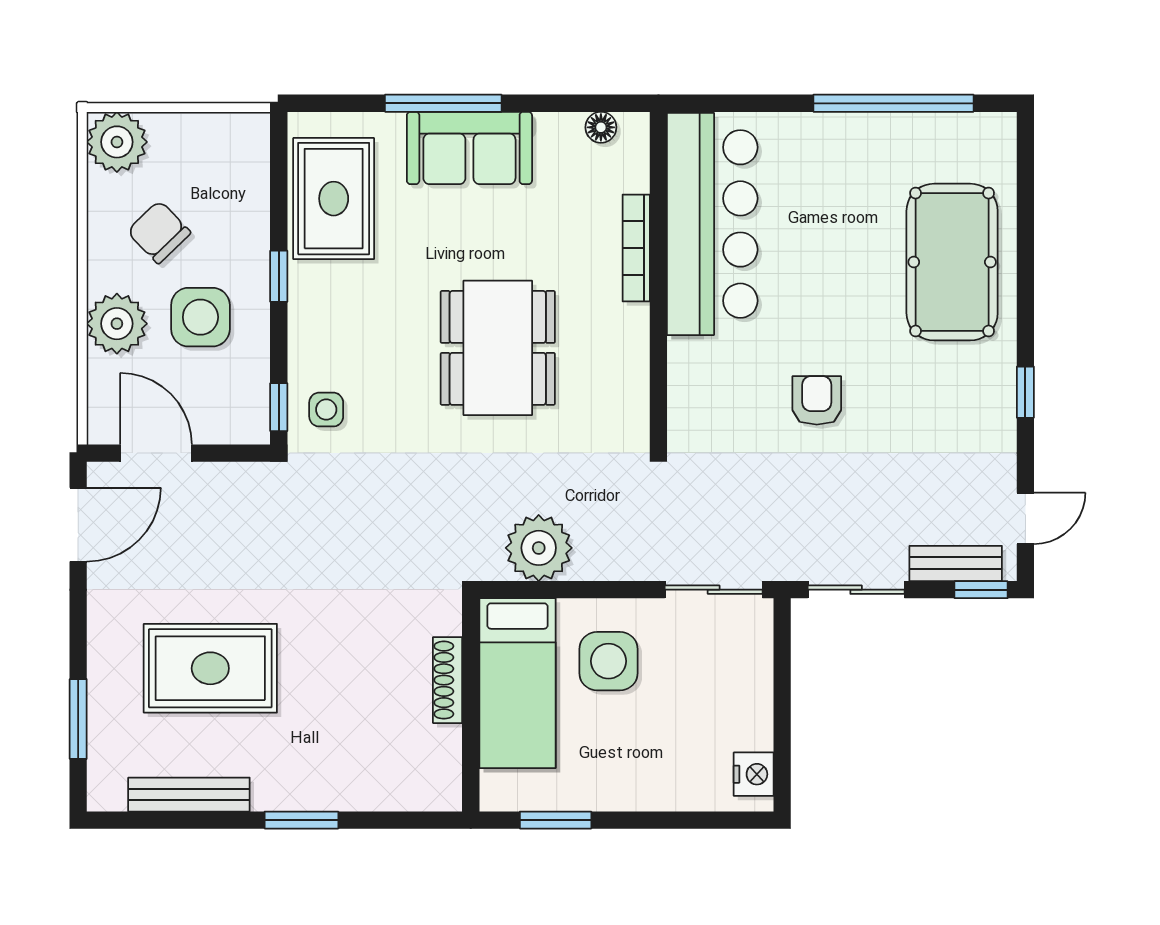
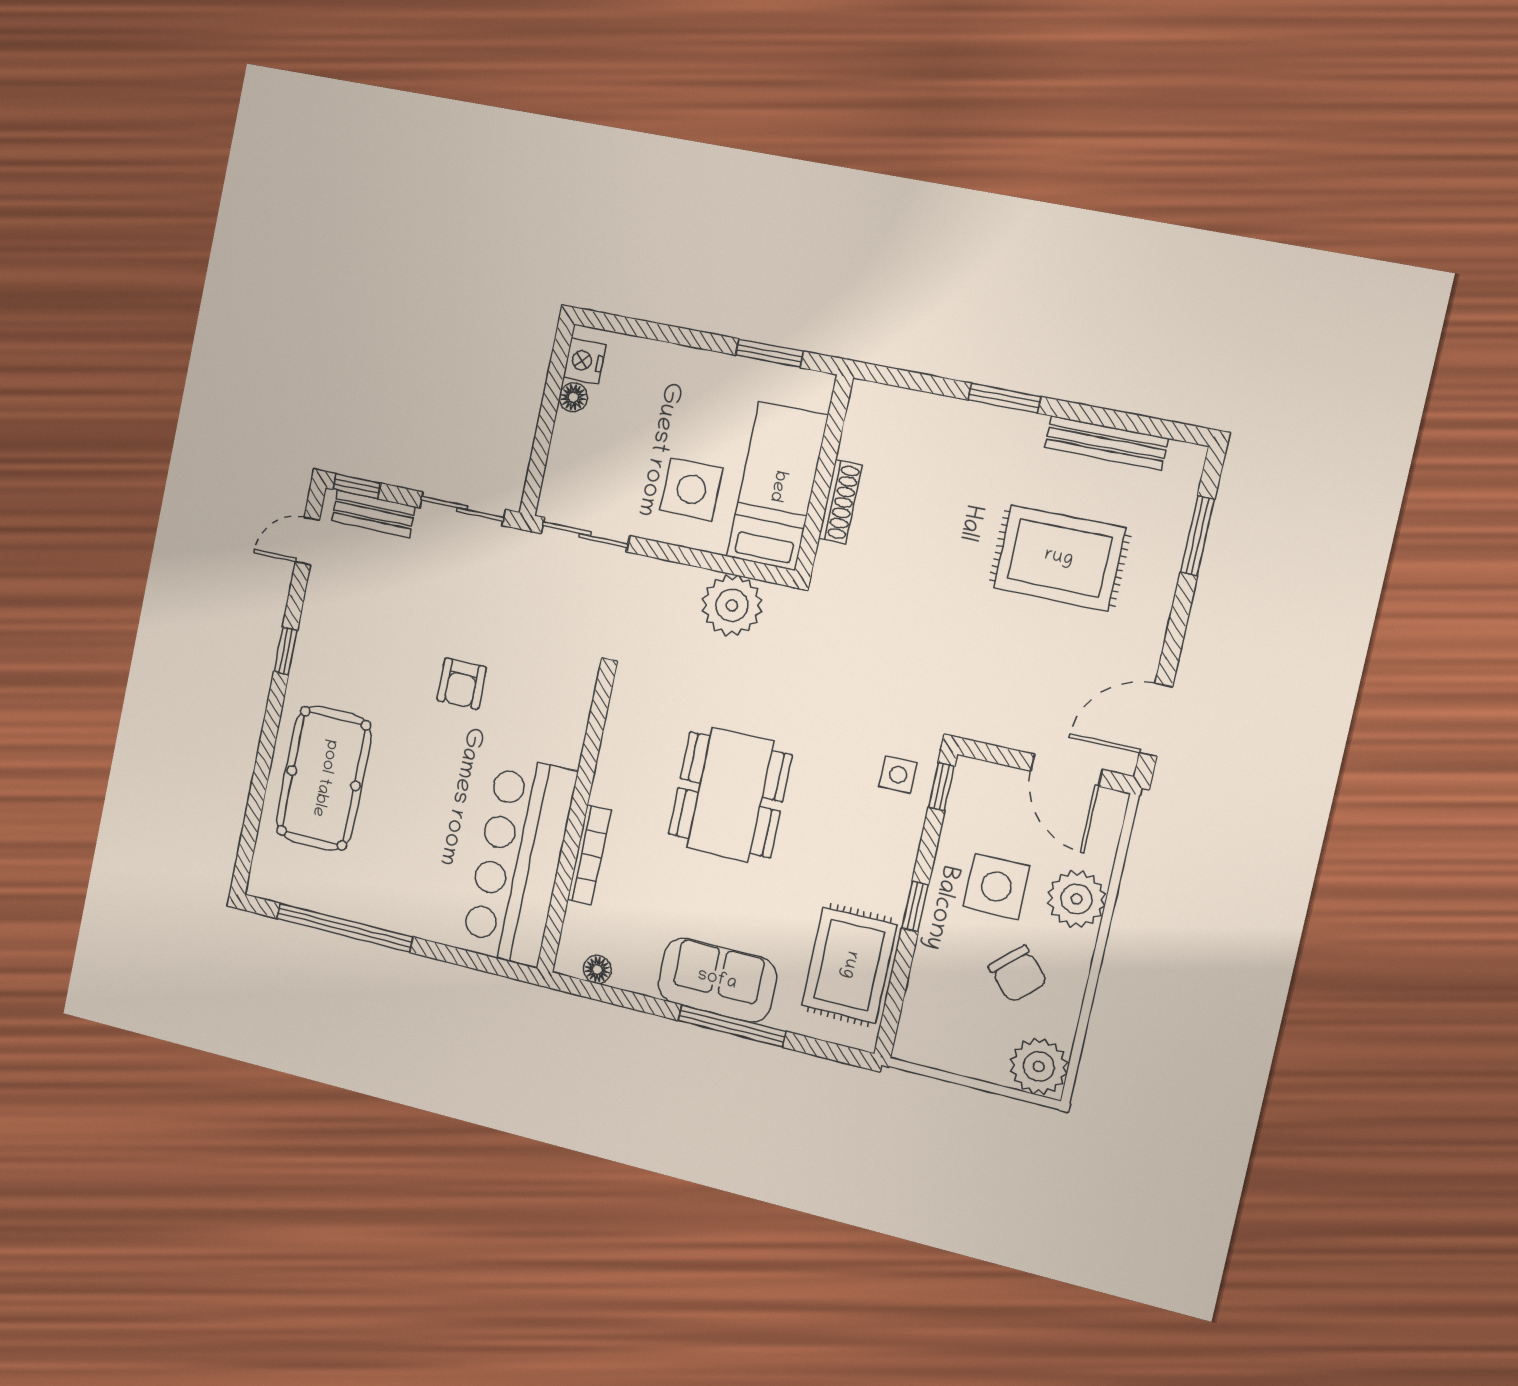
floor lamp: (758, 733) -> (573, 397), added

